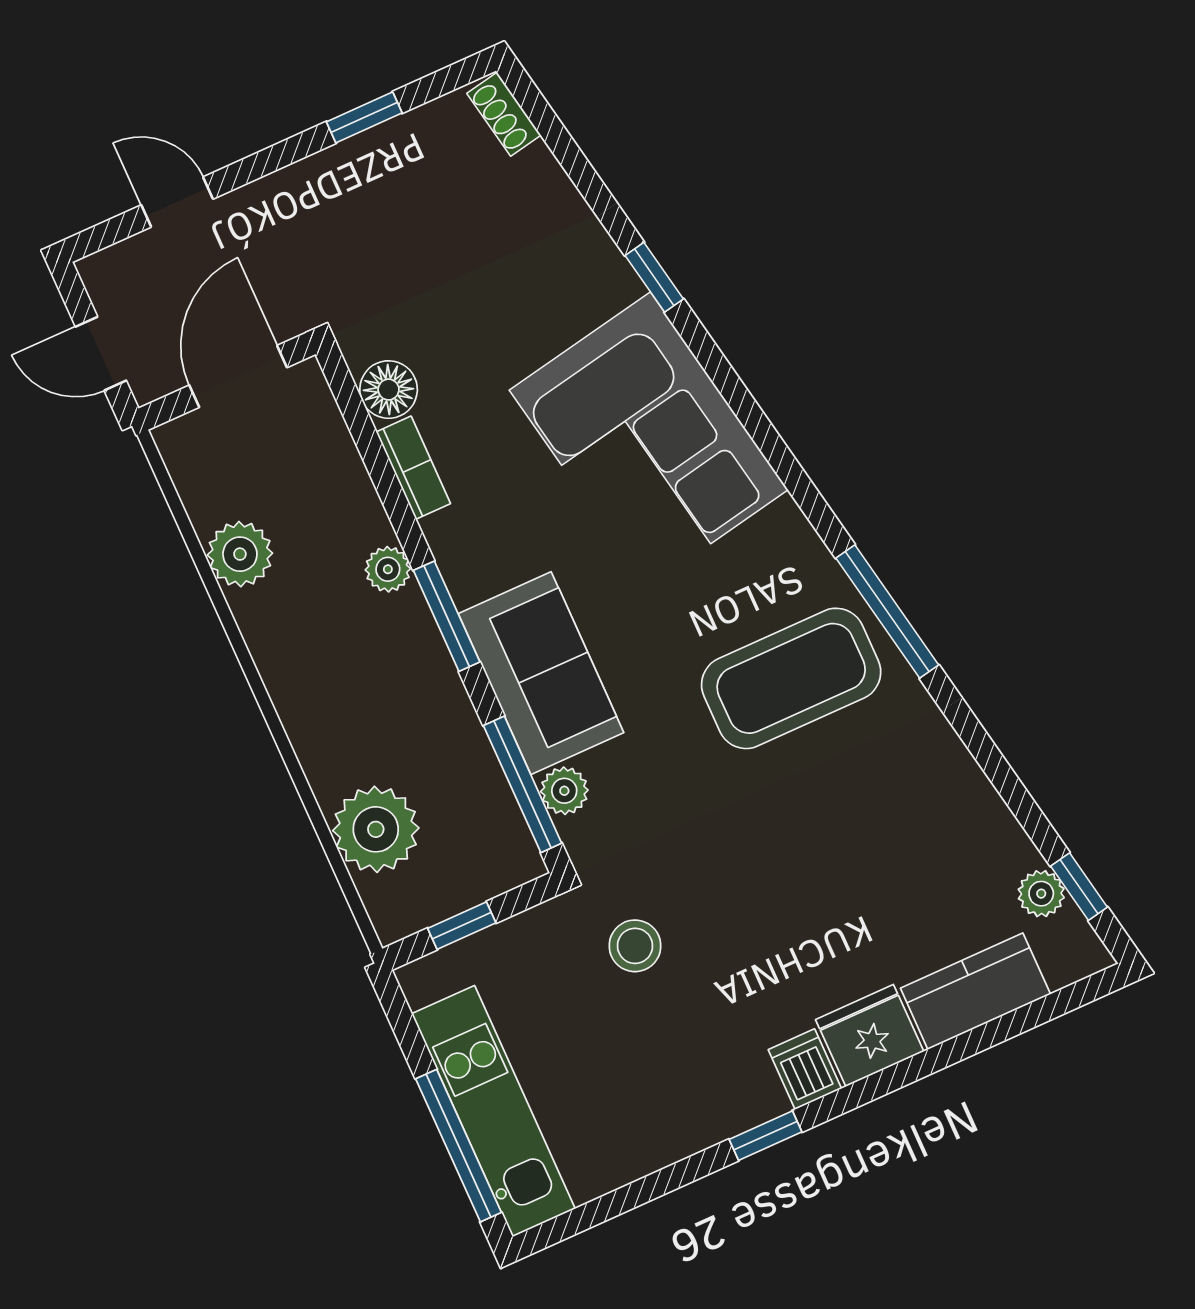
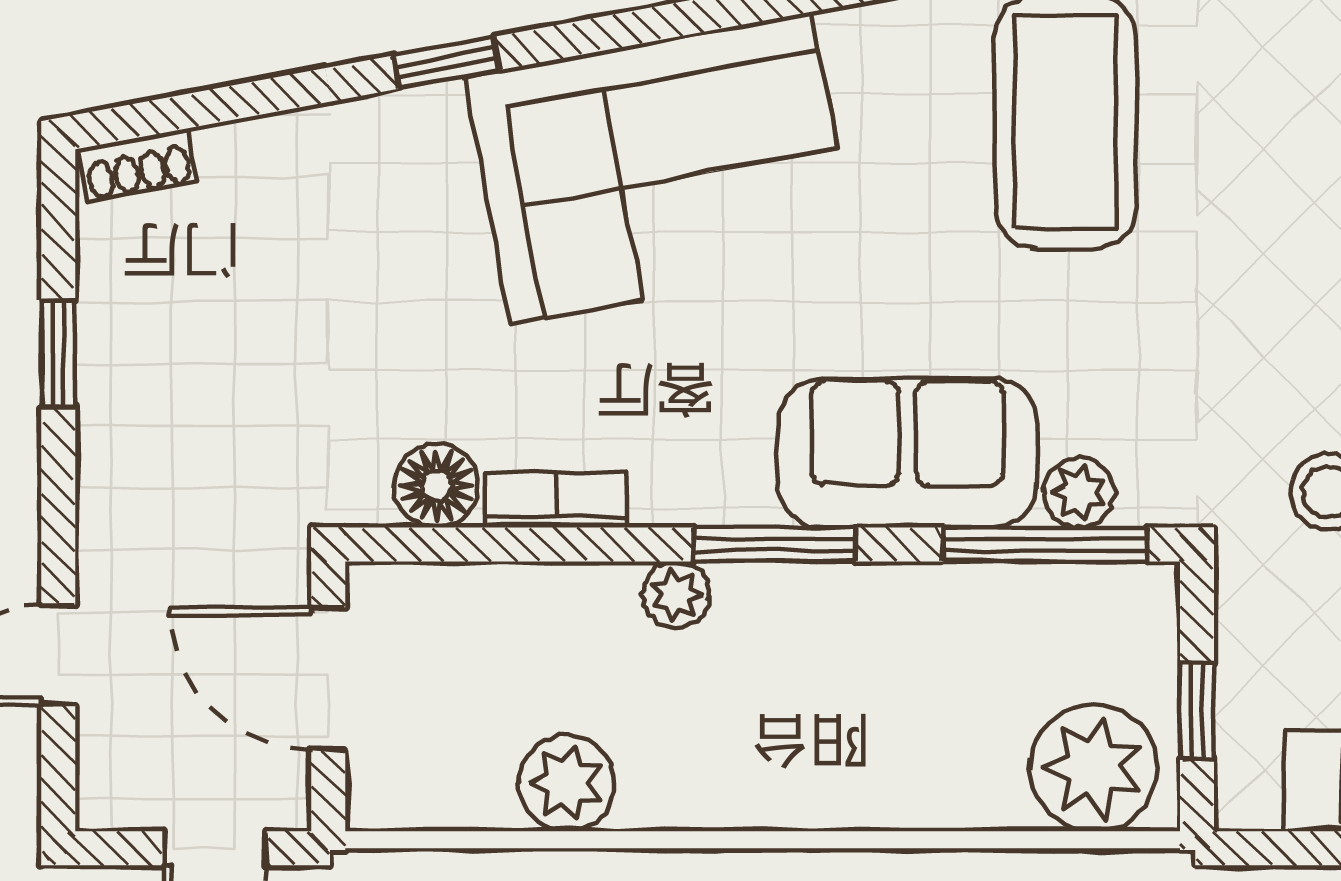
plant: (376, 829) -> (1093, 768), moved

